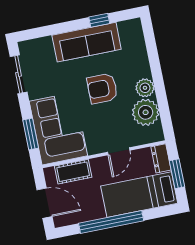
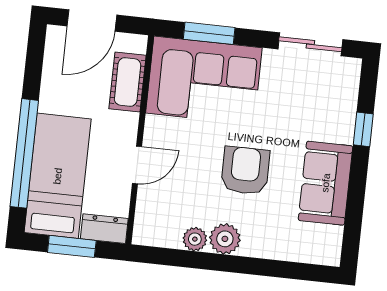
window: (99, 20) -> (363, 129), moved
sofa: (87, 42) -> (326, 183), width x0.73
plant: (146, 112) -> (195, 239), width x0.53, depth x0.53
door: (119, 151) -> (137, 165), swing flipped
window: (111, 222) -> (24, 153), moved

